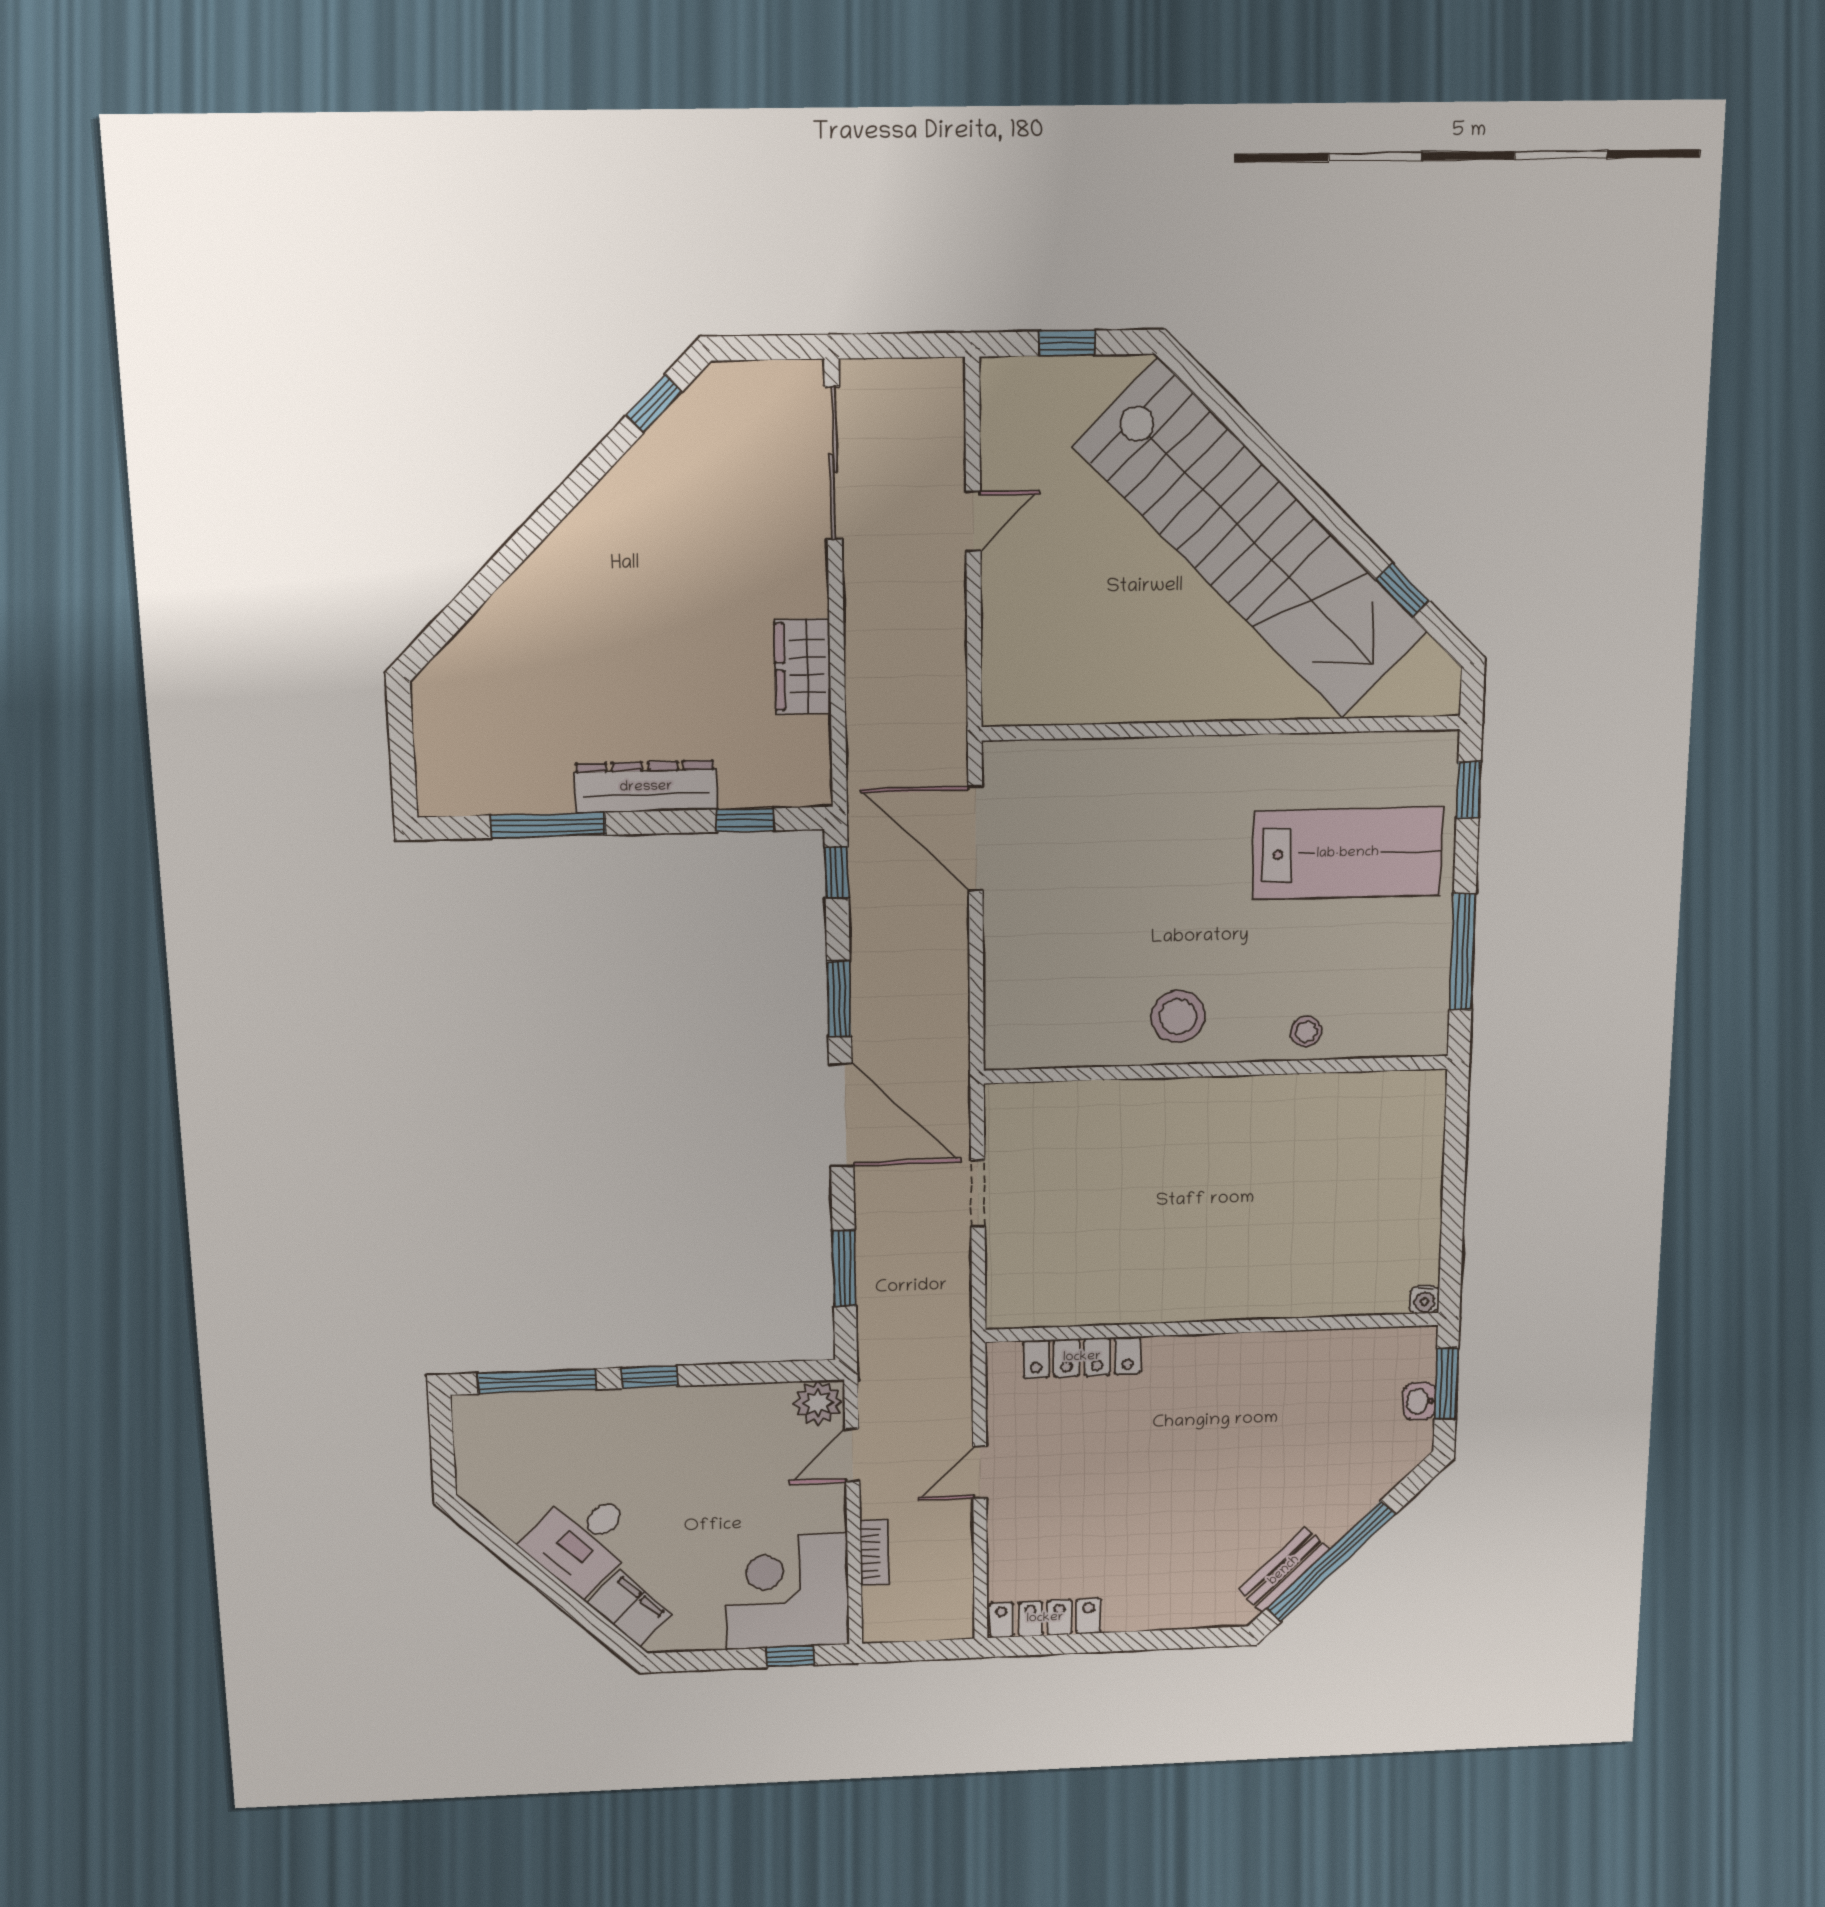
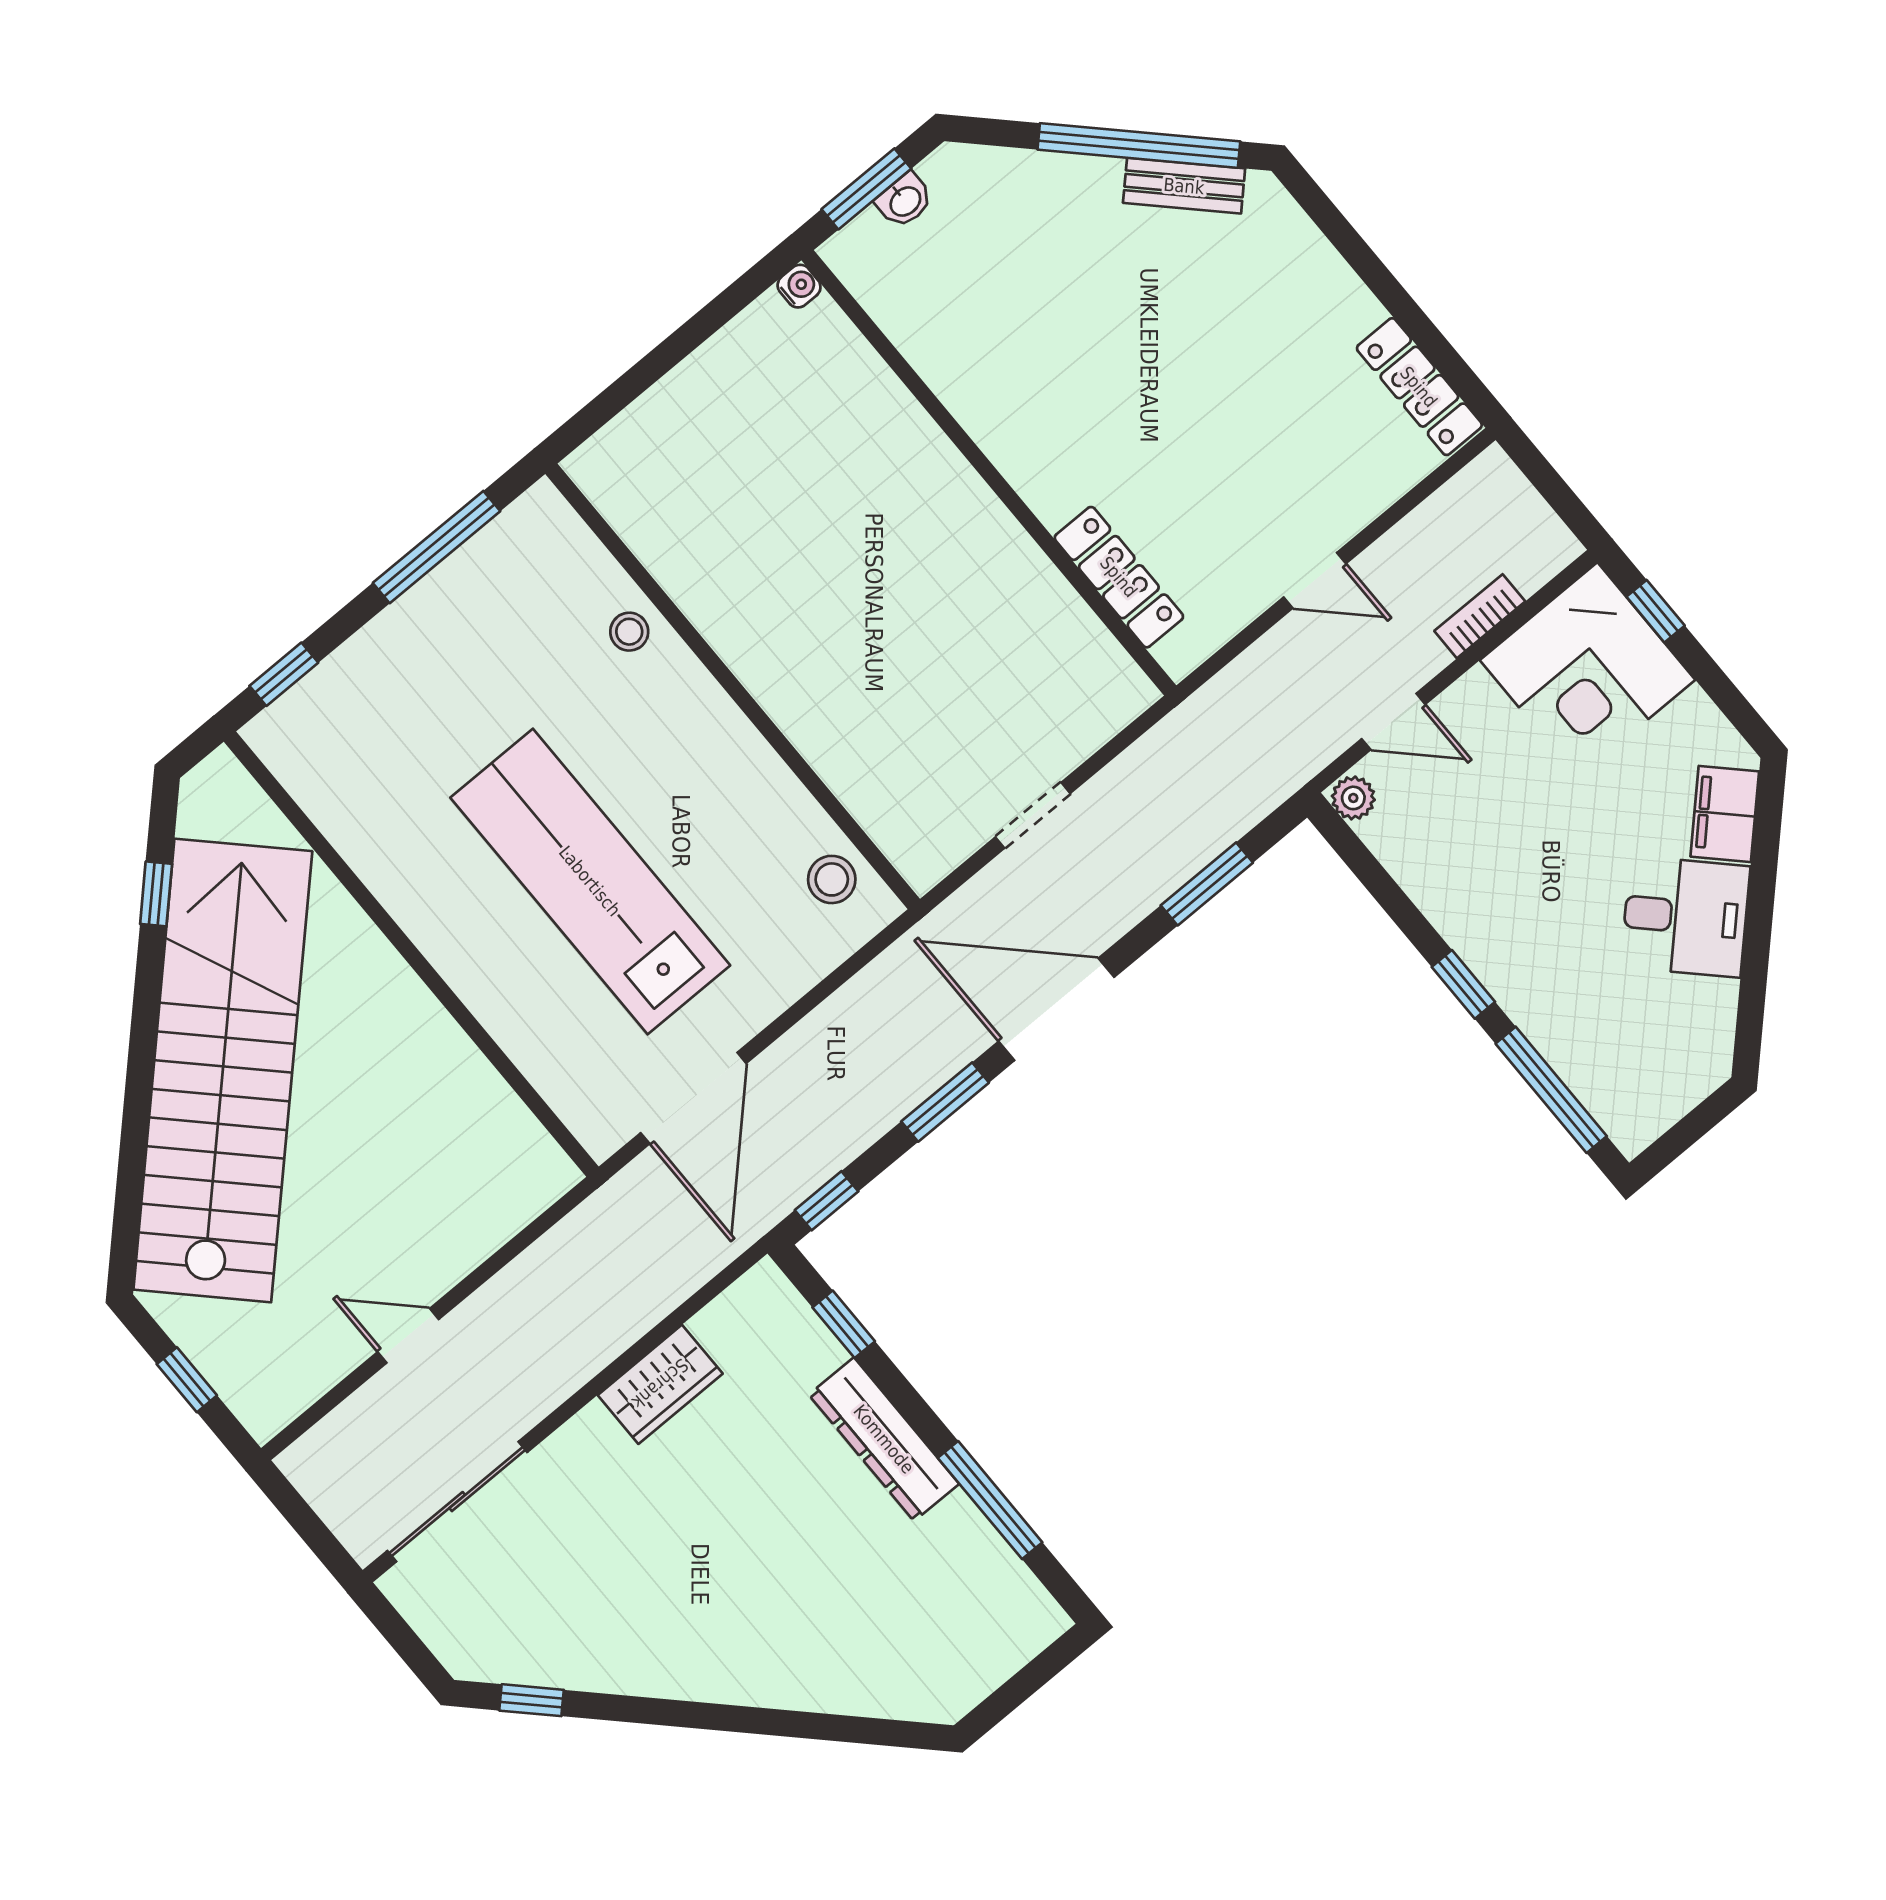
lab bench: (1348, 853) -> (590, 881), moved, width x1.36
stool: (1178, 1016) -> (832, 879), moved, width x0.73, depth x0.73
door: (841, 1115) -> (1056, 1009), hinge flipped
plant: (818, 1403) -> (1353, 798), width x0.73, depth x0.73

